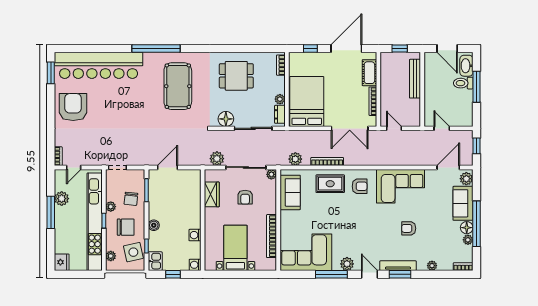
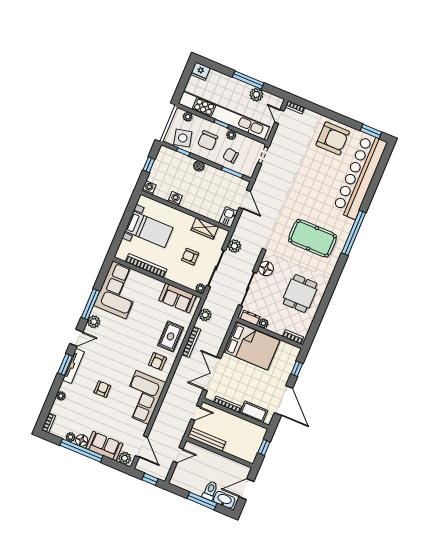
bench: (415, 79) -> (207, 439), moved
kitchen sink: (155, 261) -> (228, 217), moved, turned 90

